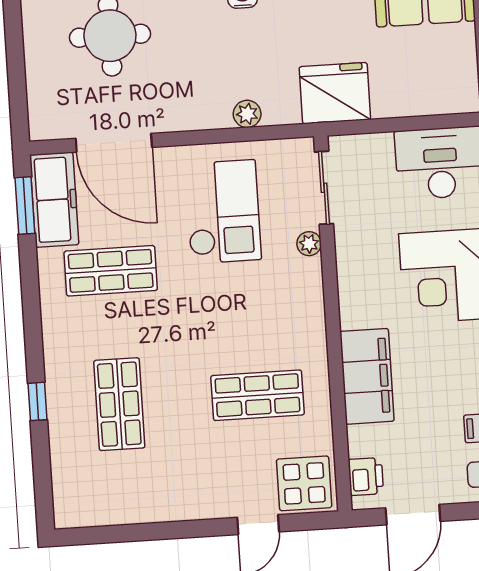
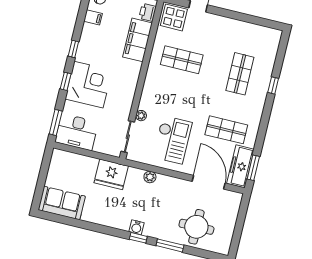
checkout: (223, 212) -> (172, 140), turned 180
filing cabinet: (367, 376) -> (138, 40), moved

